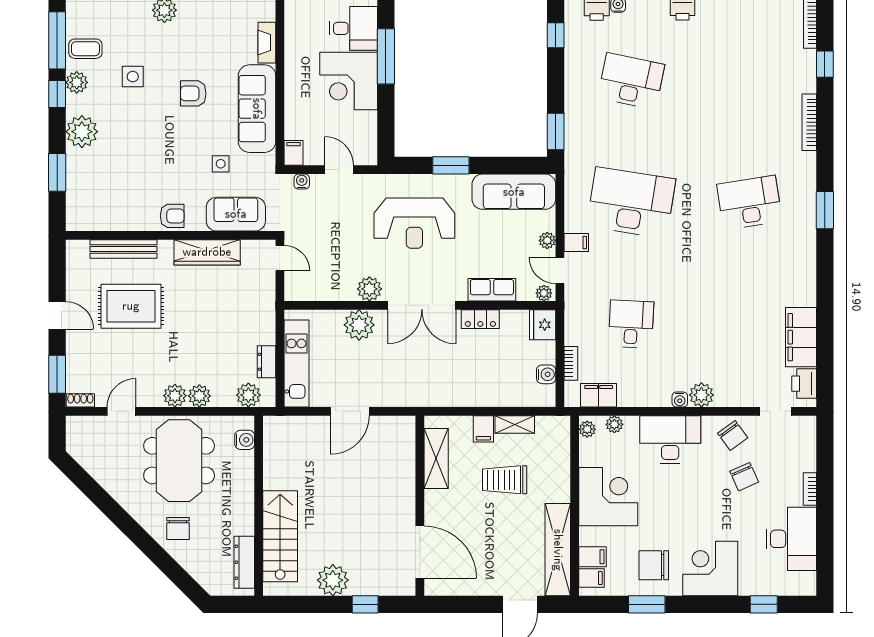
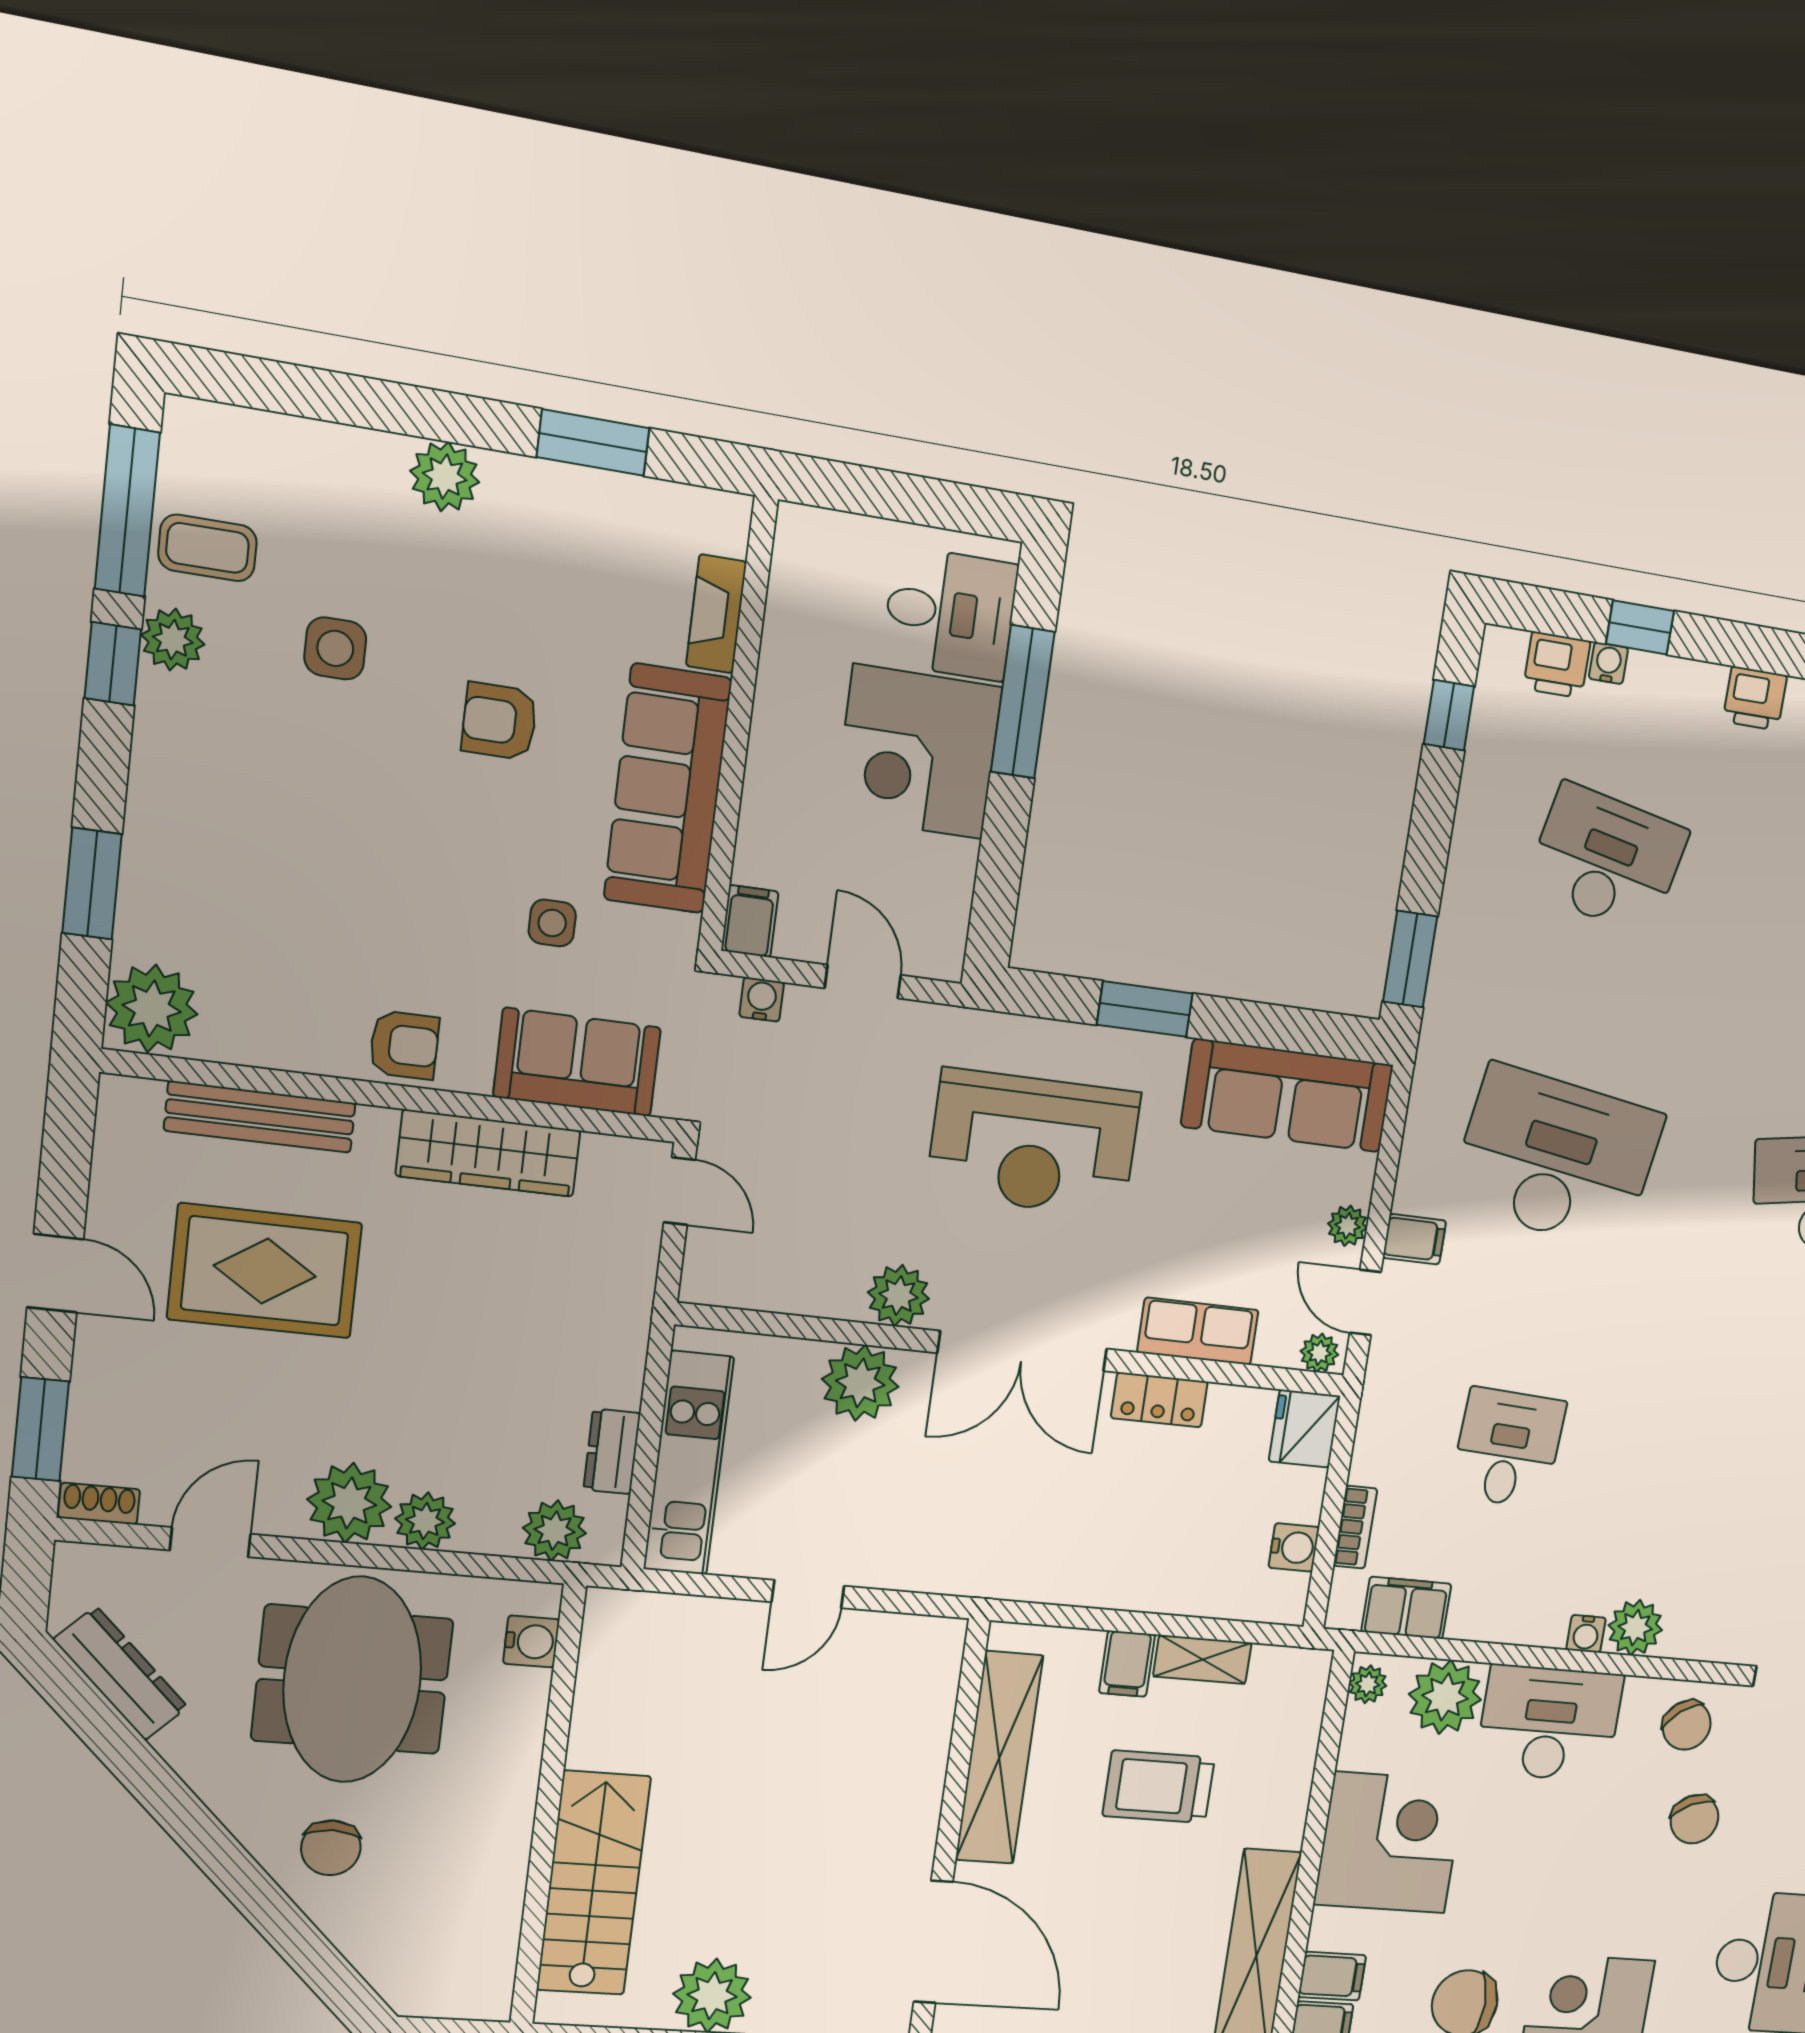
plant: (82, 132) -> (152, 1008), moved
plant: (175, 396) -> (349, 1503), width x1.36, depth x1.36
door: (350, 411) -> (808, 1594), width x0.73
plant: (614, 424) -> (1445, 1697), width x1.88, depth x1.88
shelving: (436, 458) -> (999, 1758), width x1.47
dresser: (244, 562) -> (121, 1673), moved, turned 135

